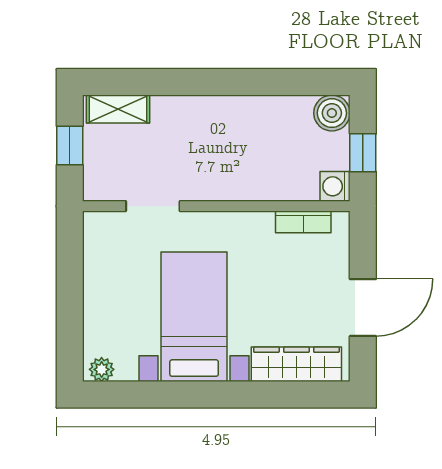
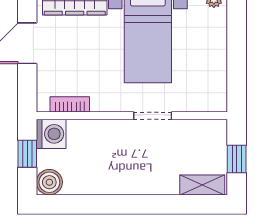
washing machine: (335, 186) -> (51, 134), width x1.38, depth x1.38
doorway: (153, 206) -> (153, 116), moved

